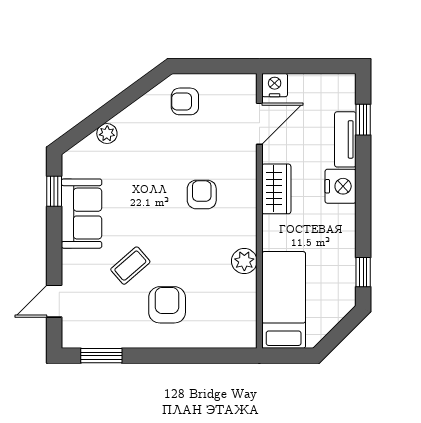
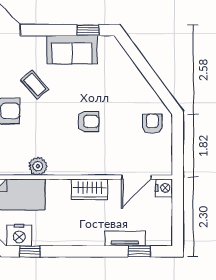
door: (259, 124) -> (136, 177), hinge flipped
plant: (107, 134) -> (129, 68), removed
nightstand: (341, 186) -> (19, 235), moved
armchair: (202, 195) -> (88, 121), moved

